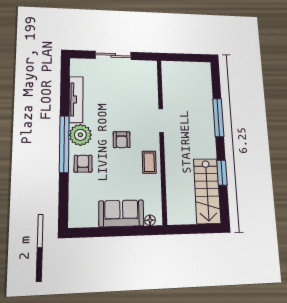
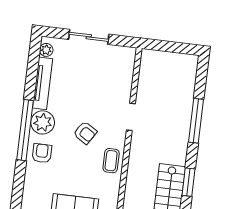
plant: (76, 70) -> (46, 50), added
armchair: (122, 140) -> (85, 133), turned -58

